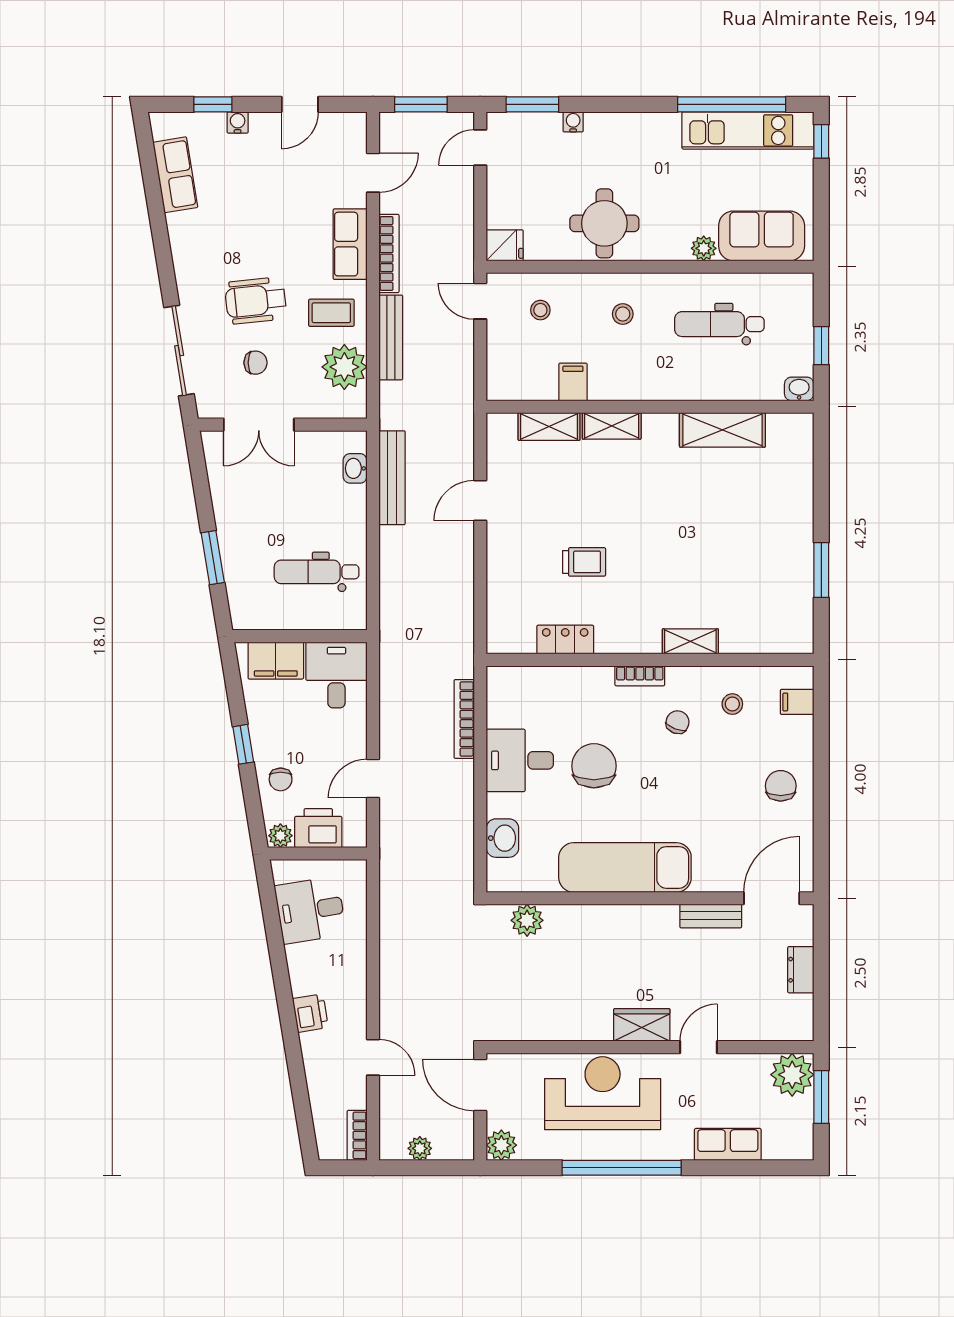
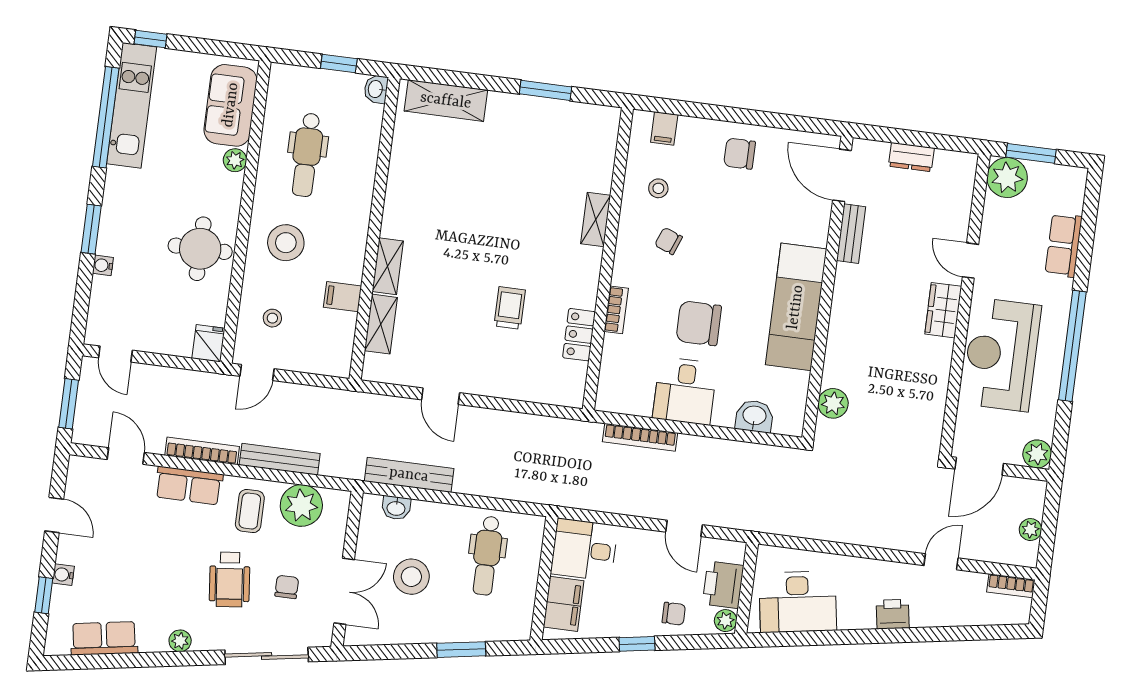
window: (532, 104) -> (91, 229), moved
plant: (183, 256) -> (180, 641), added
stool: (623, 314) -> (286, 243), width x1.89, depth x1.89
shelving: (722, 430) -> (446, 101), moved, turned 90
stool: (284, 494) -> (411, 577), added
bookcase: (640, 676) -> (616, 310), moved
desk: (310, 910) -> (798, 602), width x1.37

